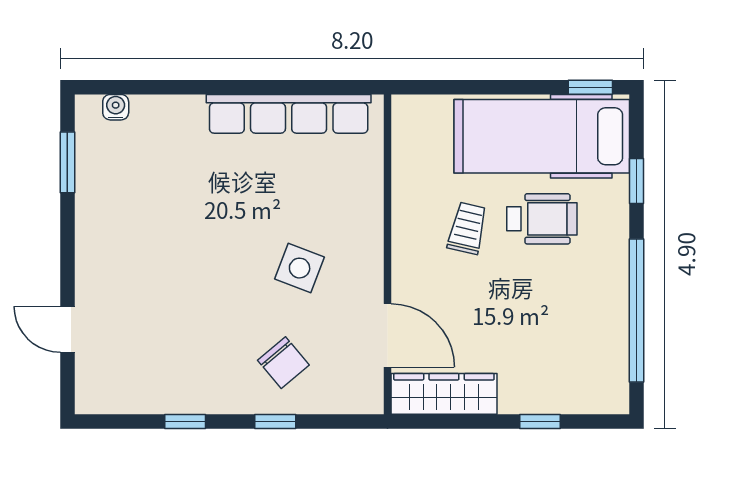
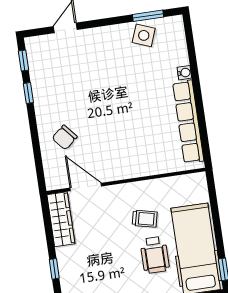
water cooler: (116, 107) -> (184, 73), moved
side table: (300, 268) -> (144, 35), moved
door: (388, 335) -> (86, 187), swing flipped
window: (275, 421) -> (23, 61), moved

